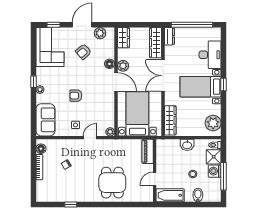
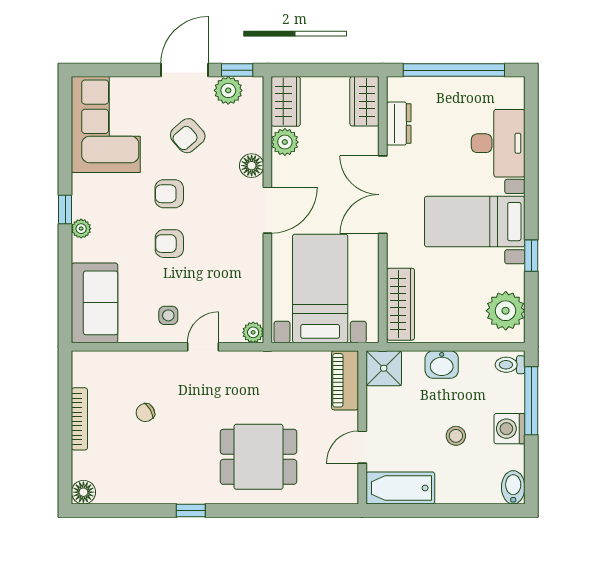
window: (54, 25) -> (237, 70), moved
dresser: (169, 36) -> (399, 124), moved
wardrobe: (155, 43) -> (364, 101), width x0.67
plant: (123, 66) -> (285, 142), moved
armchair: (76, 75) -> (169, 194), added
door: (116, 82) -> (267, 210), hinge flipped
window: (224, 84) -> (531, 256), moved
floor lamp: (41, 149) -> (83, 492), moved
shower: (214, 157) -> (384, 368), moved
window: (224, 176) -> (531, 401), moved
dining table: (112, 183) -> (259, 457), turned 90
bidet: (198, 195) -> (513, 487), moved
window: (71, 205) -> (191, 511), moved

